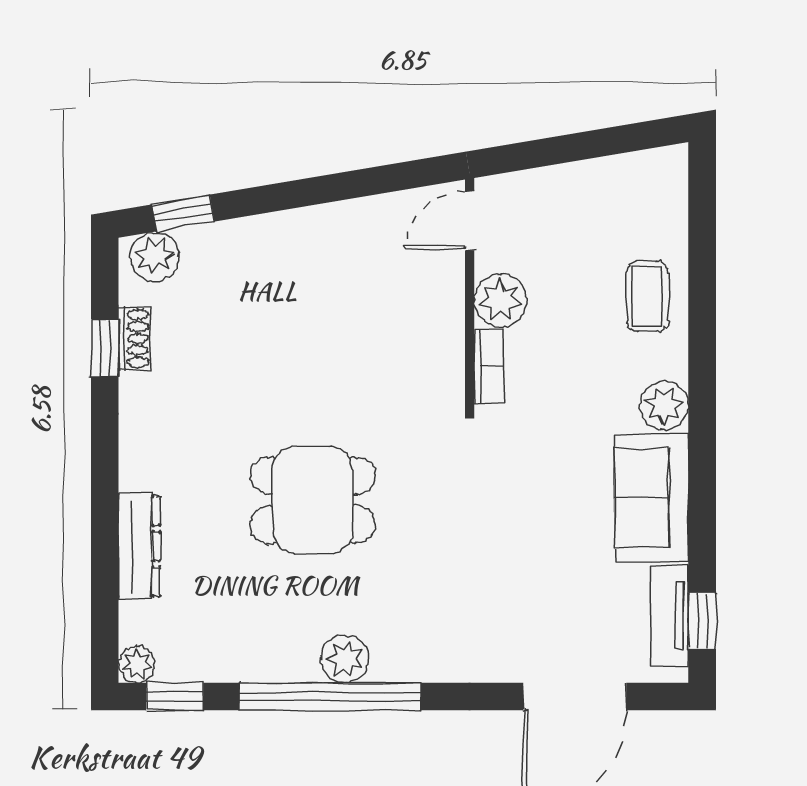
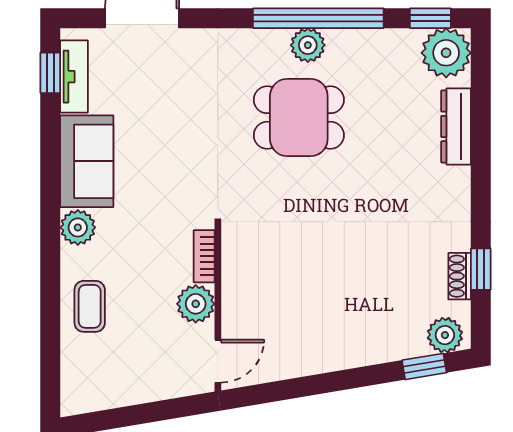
dining table: (313, 500) -> (299, 117), moved
plant: (137, 664) -> (446, 53), width x1.87, depth x1.87

